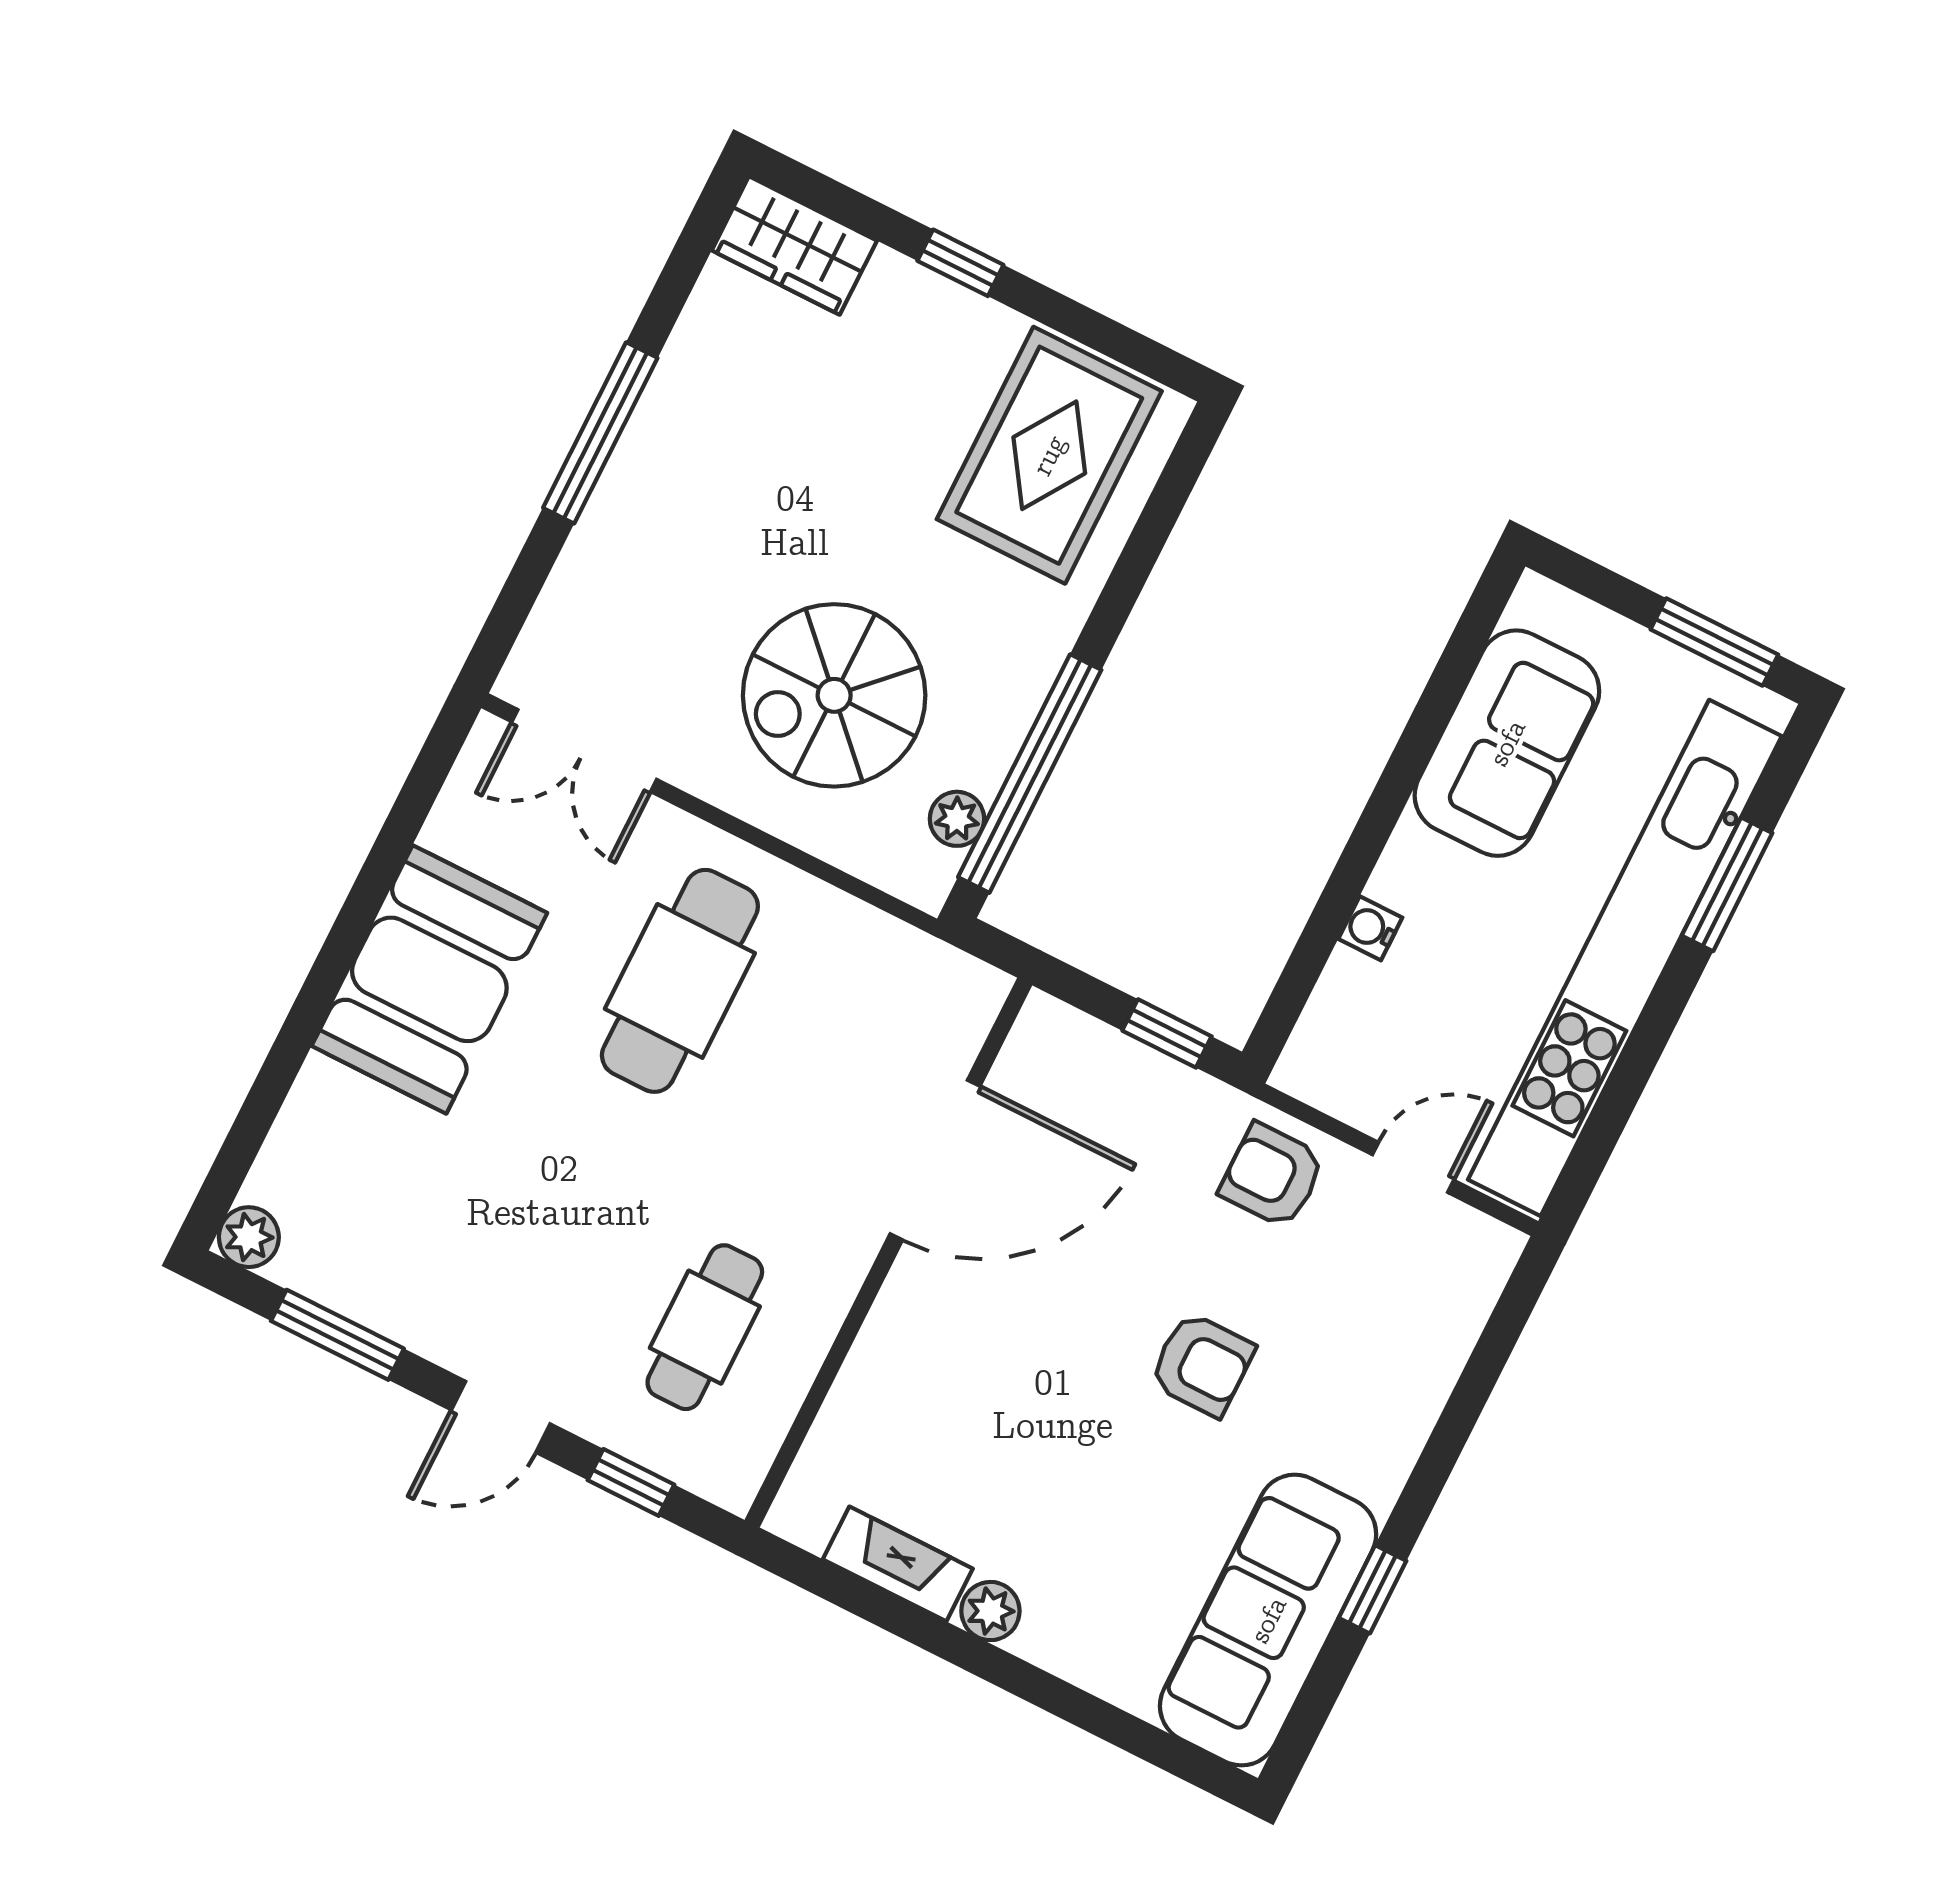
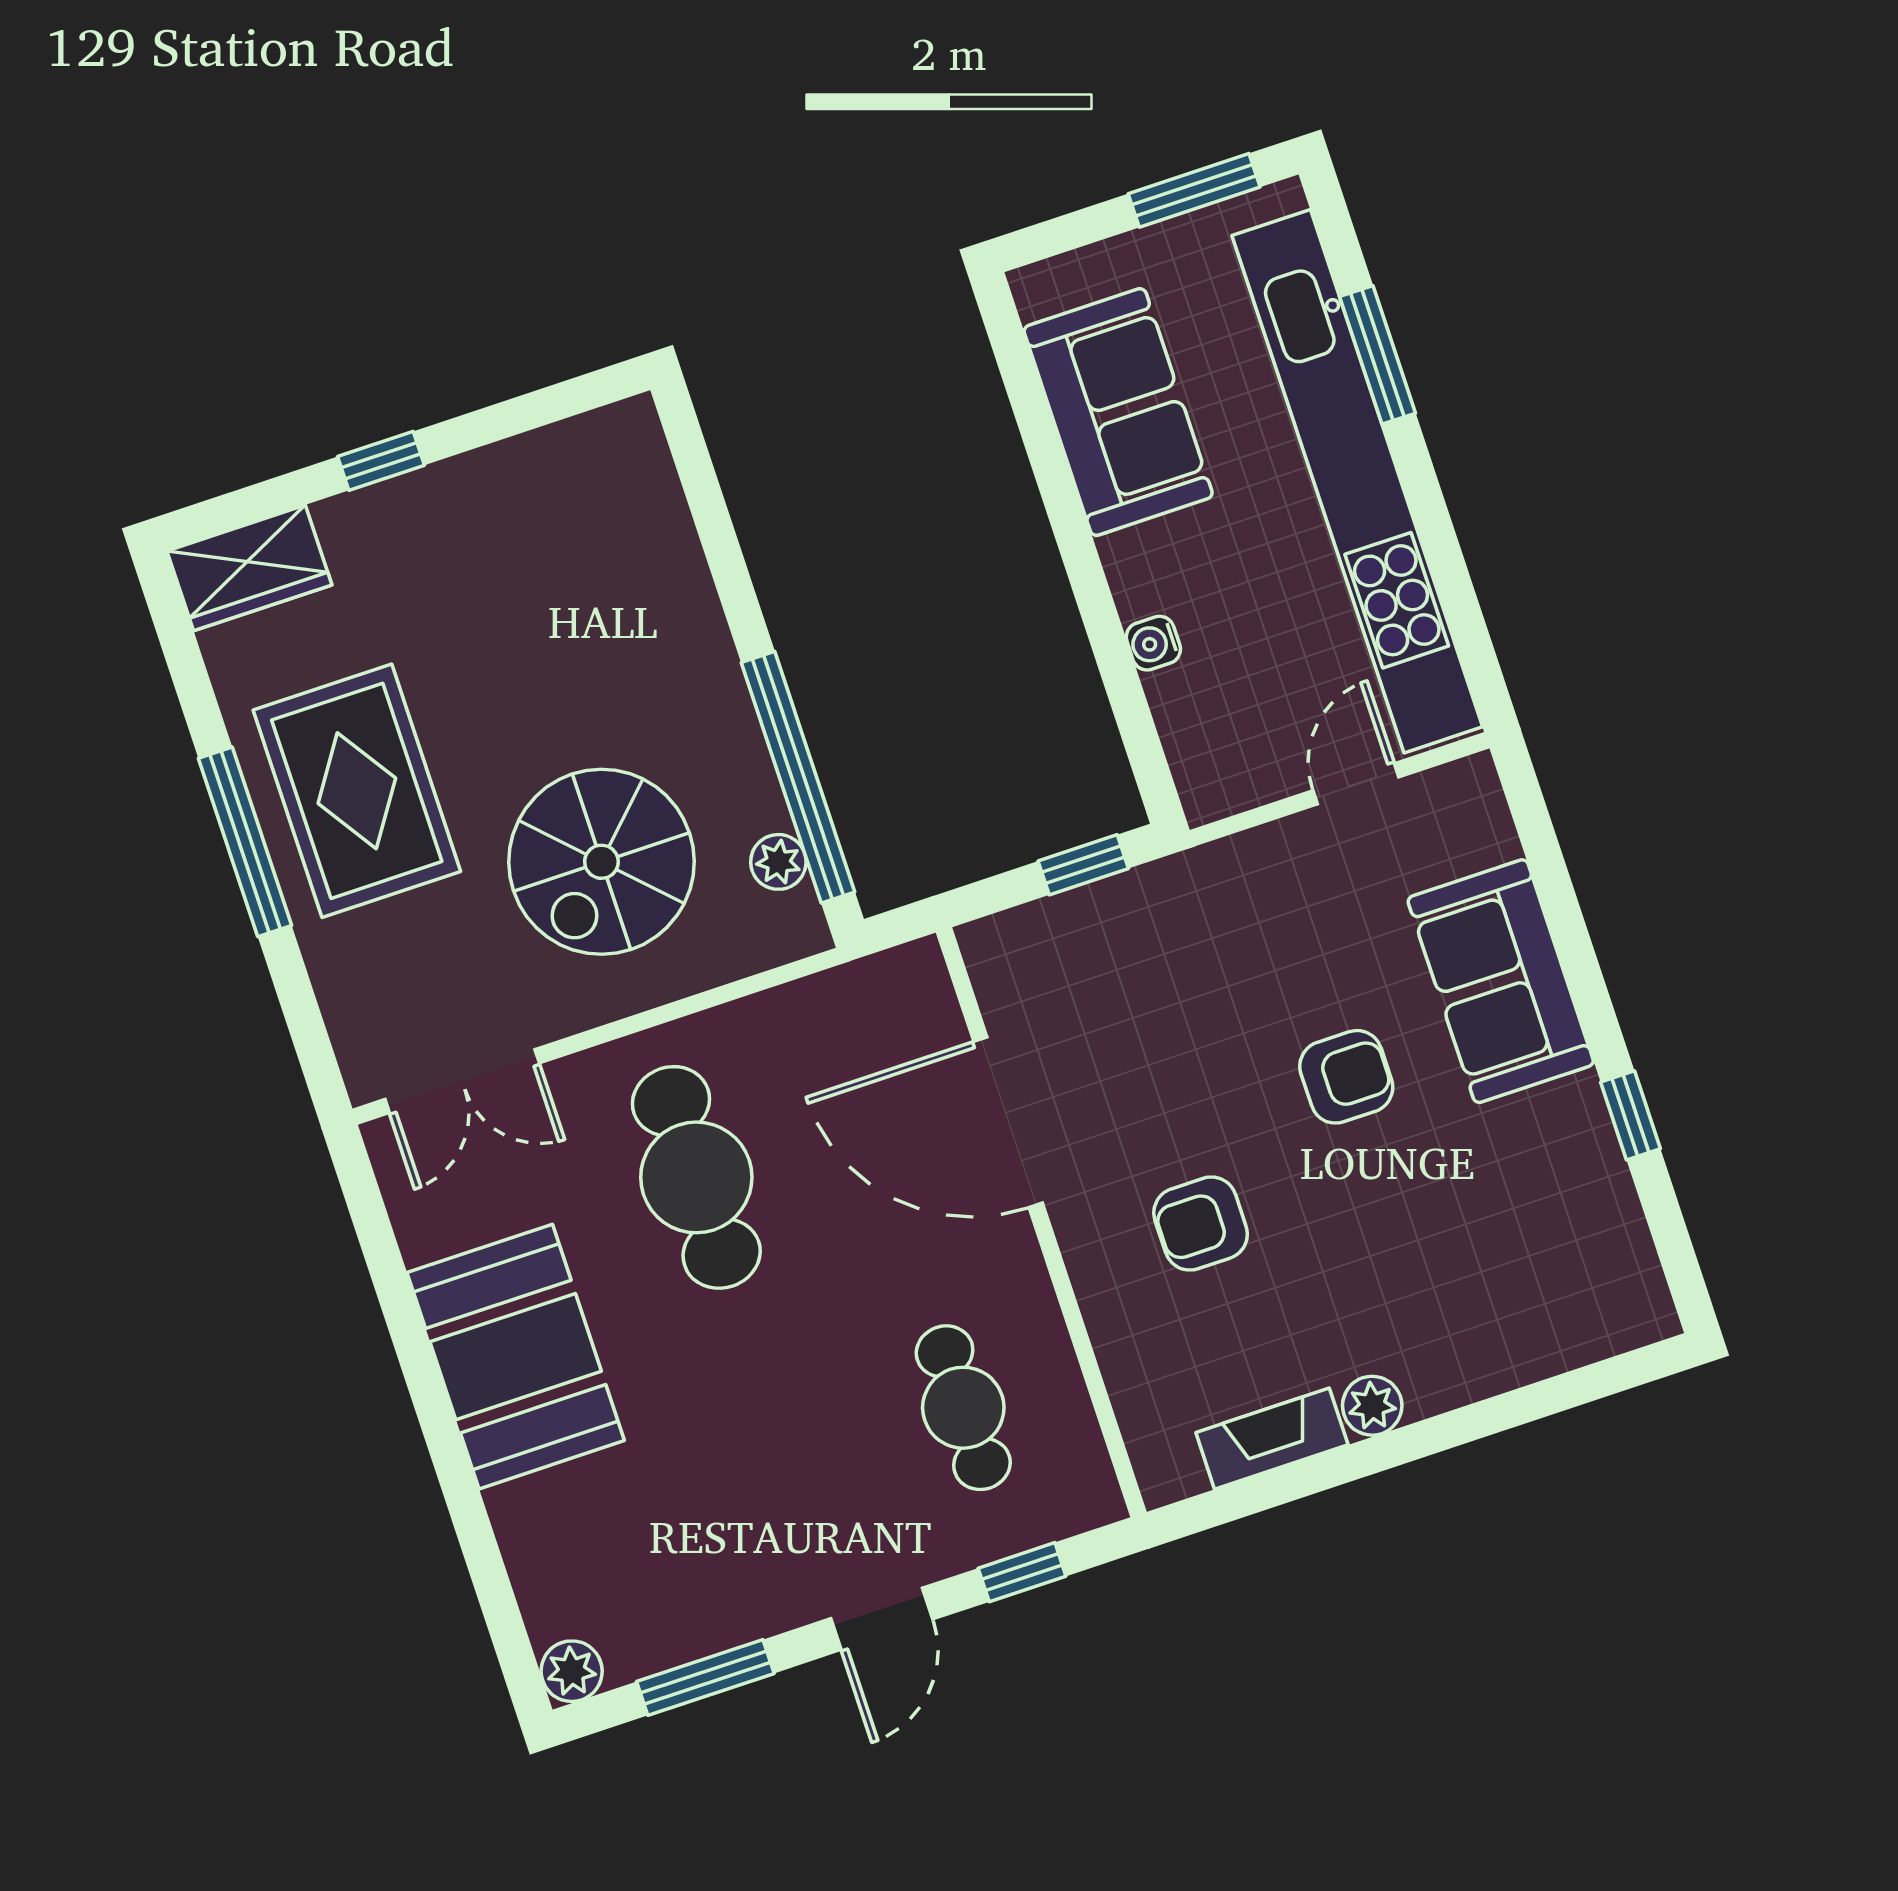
rug: (1049, 455) -> (357, 791), moved
door: (935, 1160) -> (1008, 1122), swing flipped
armchair: (1272, 1176) -> (1201, 1224), moved
sofa: (1268, 1620) -> (1501, 981), moved, width x0.73

